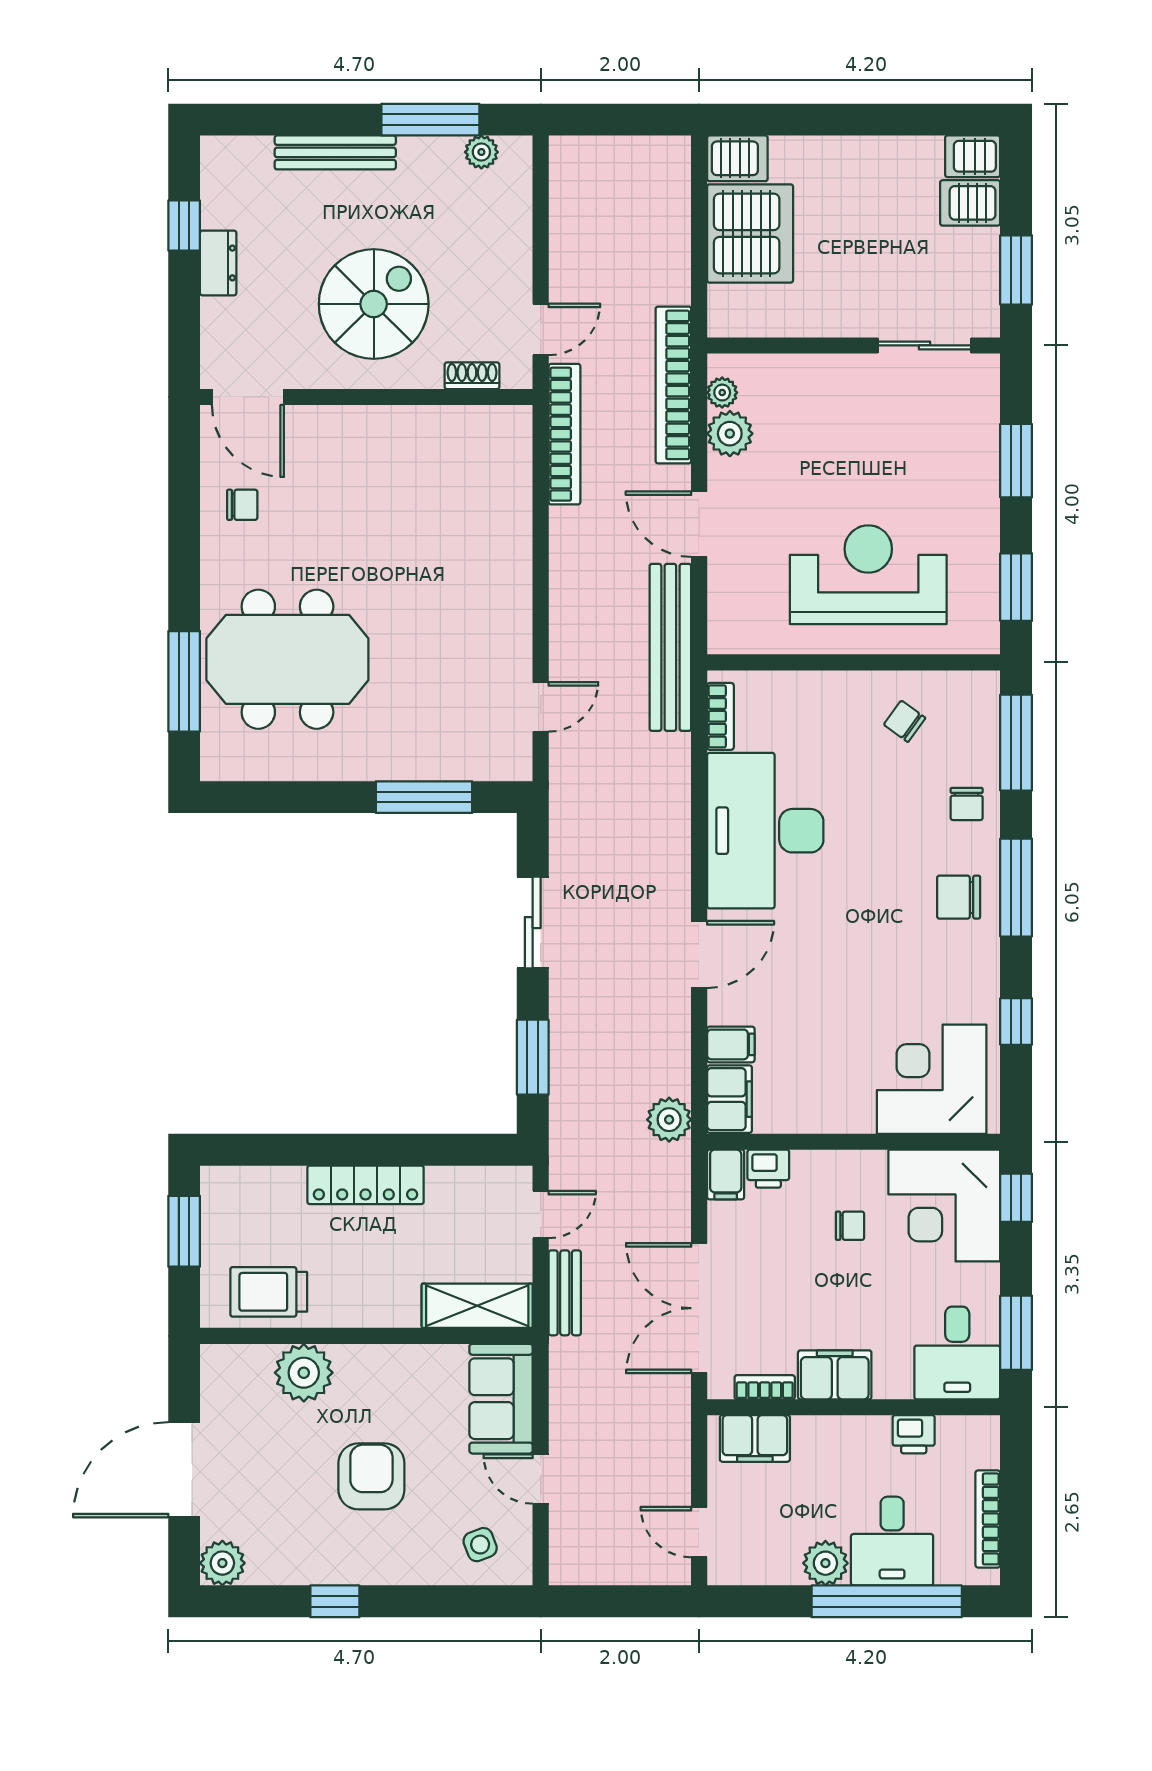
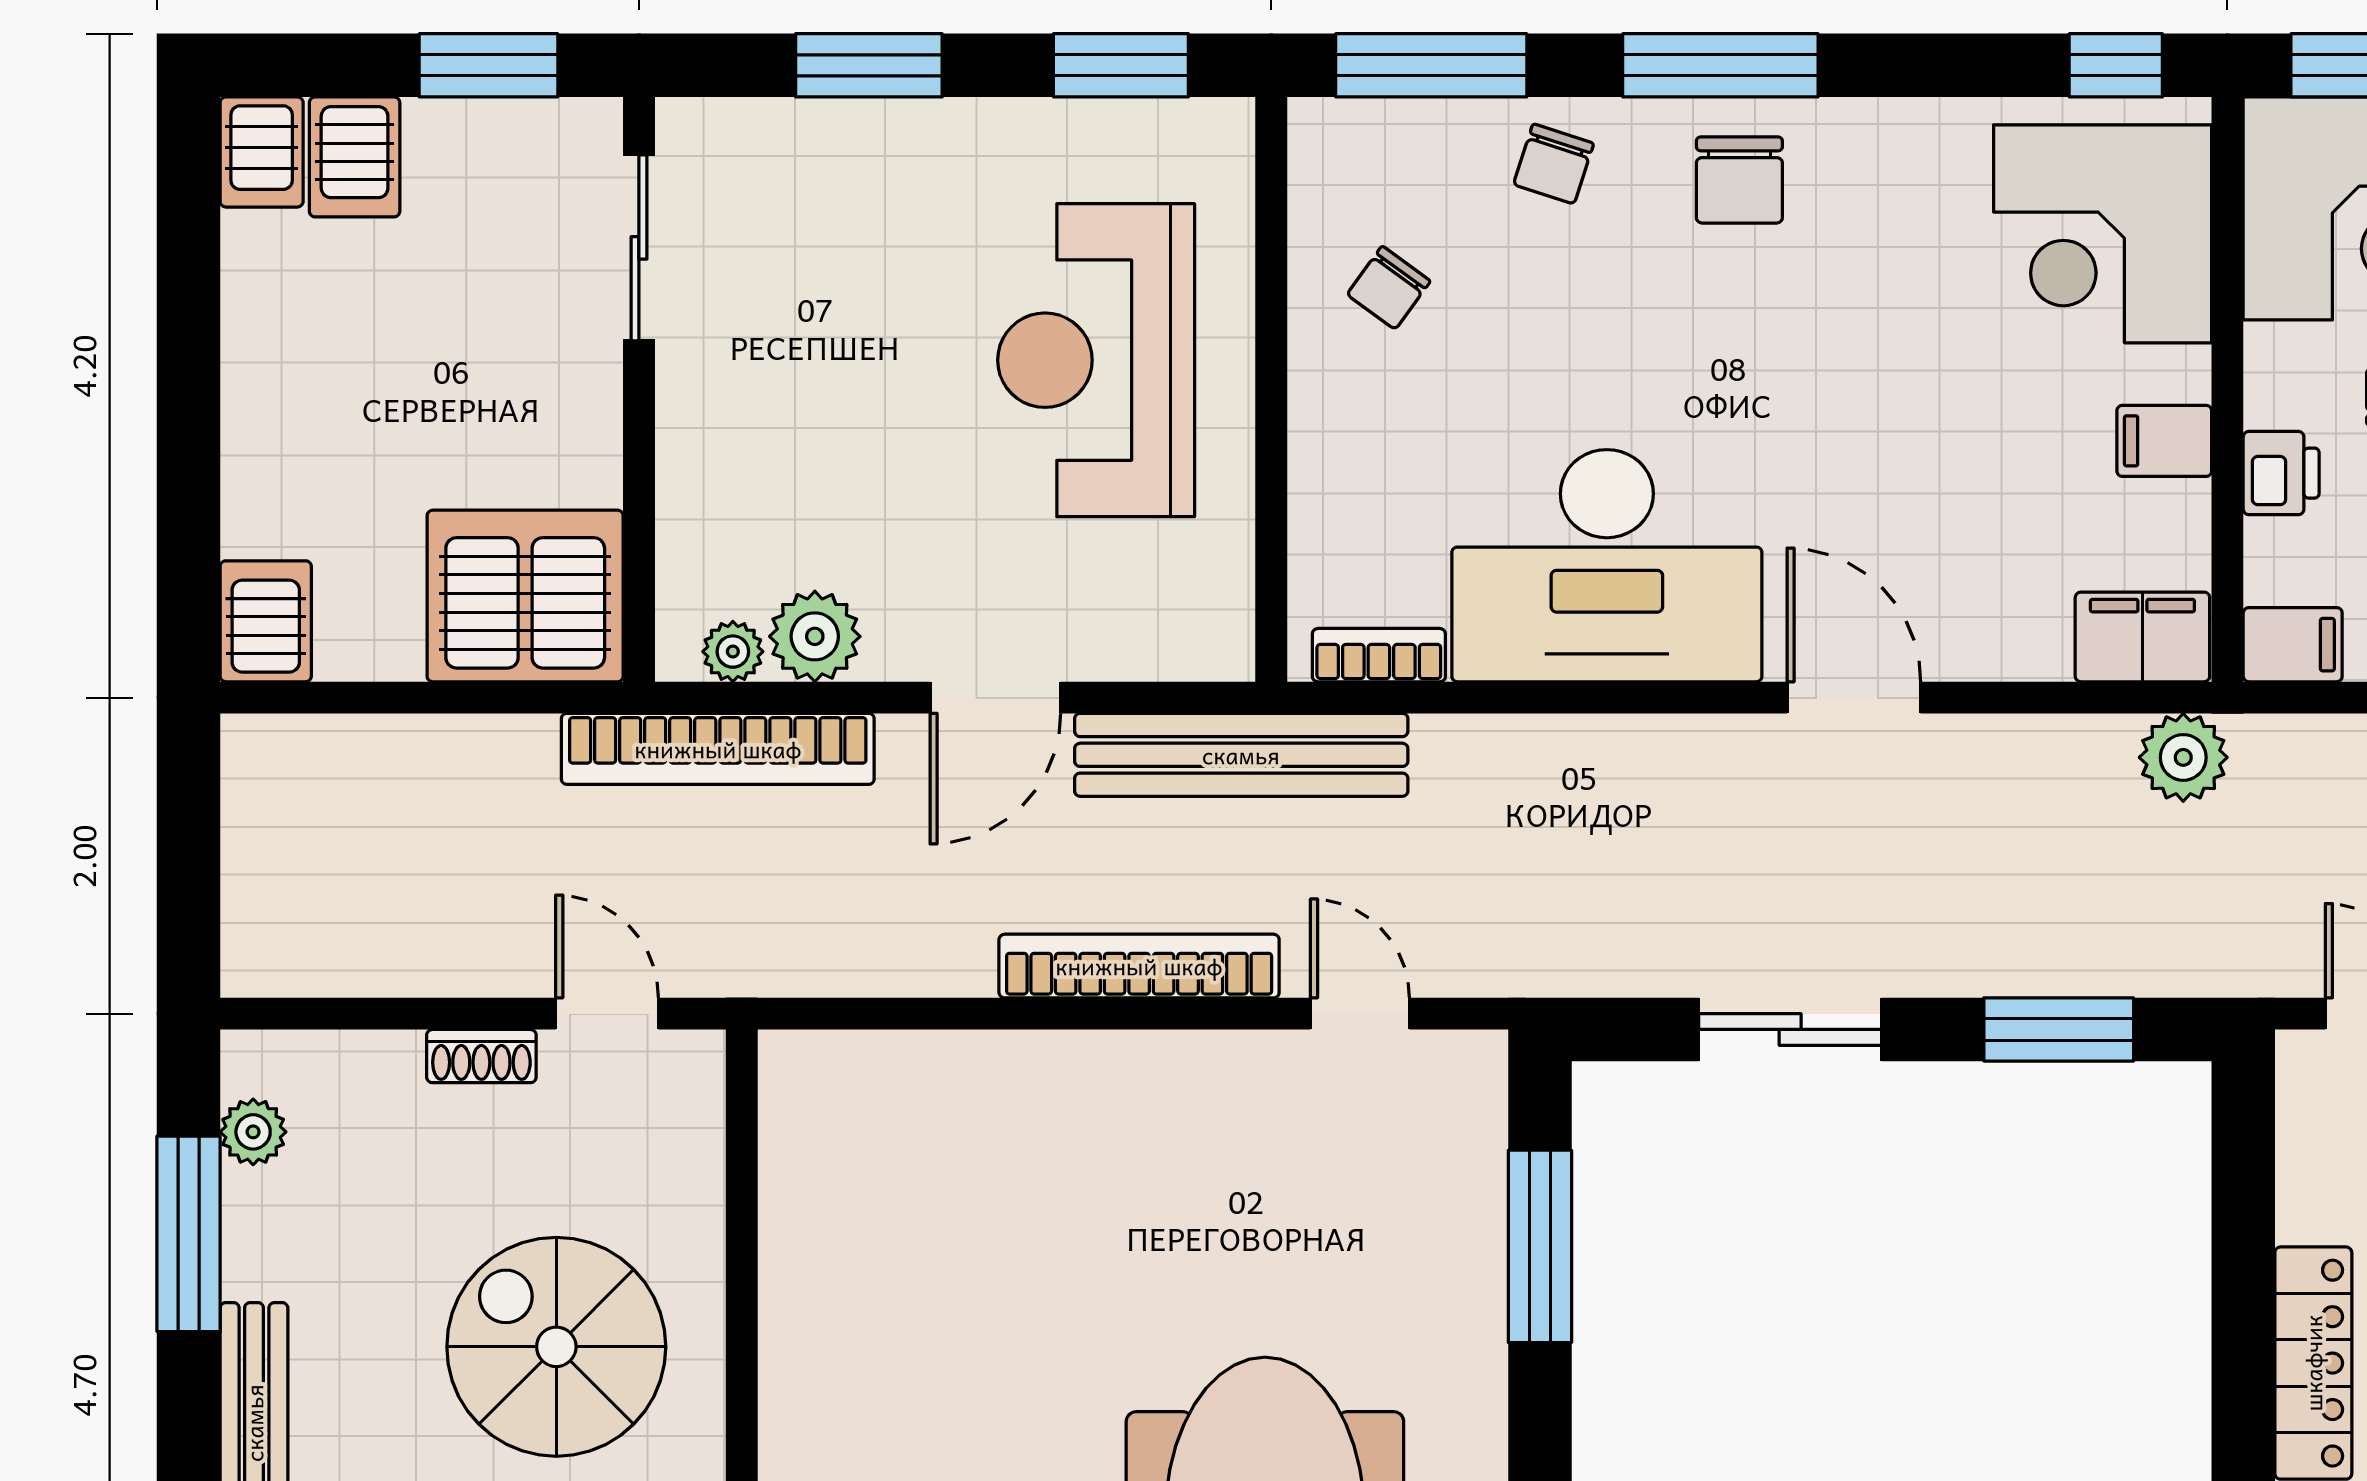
server rack: (750, 233) -> (525, 596), moved
shoe rack: (472, 376) -> (481, 1056), moved, turned -90
bookcase: (565, 434) -> (1139, 966), moved
chair: (967, 804) -> (1554, 164), turned 108
window: (1016, 1021) -> (2116, 65), moved
filing cabinet: (731, 1044) -> (2164, 441), moved, turned -90
printer: (768, 1169) -> (2281, 473), moved

